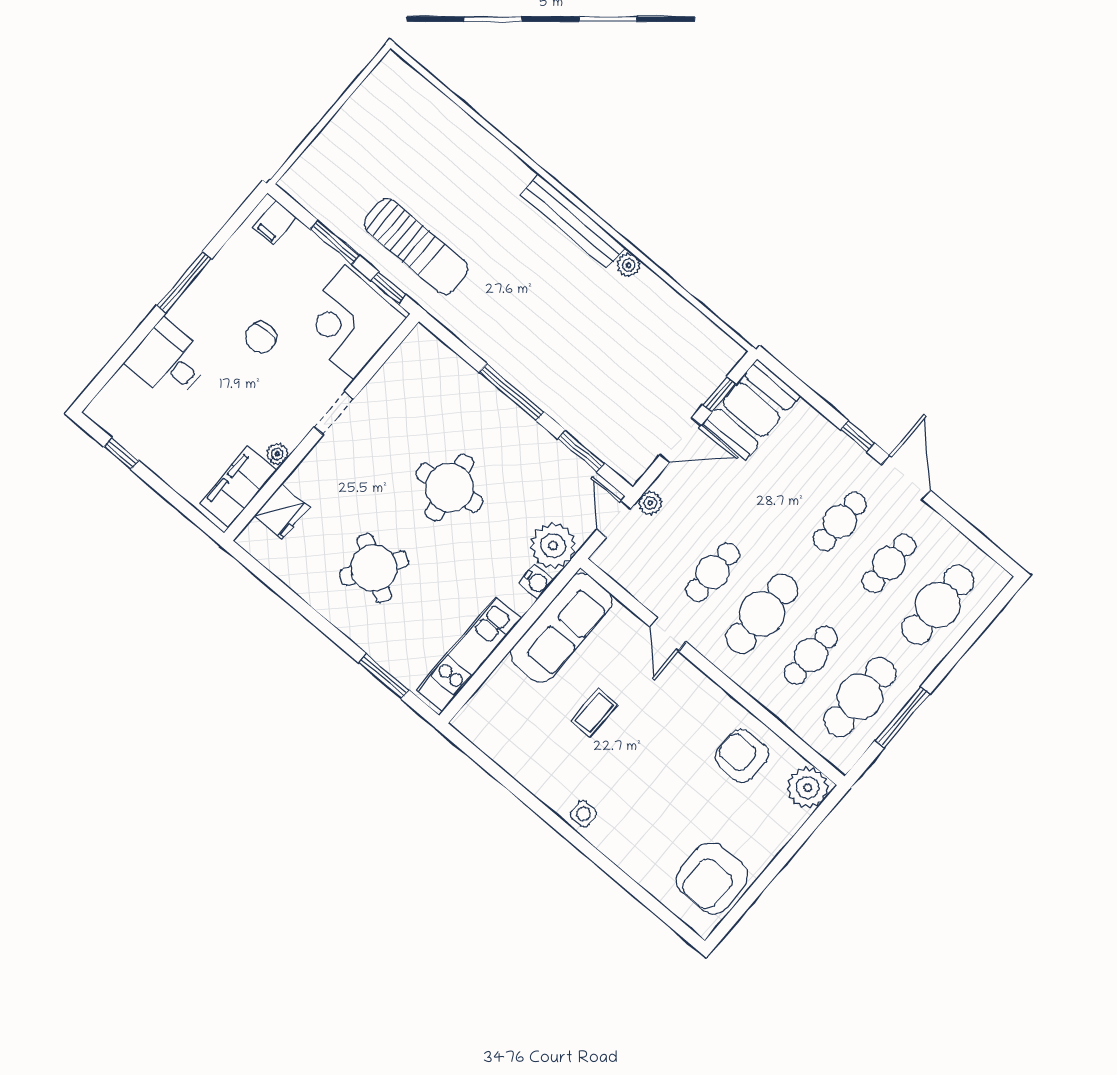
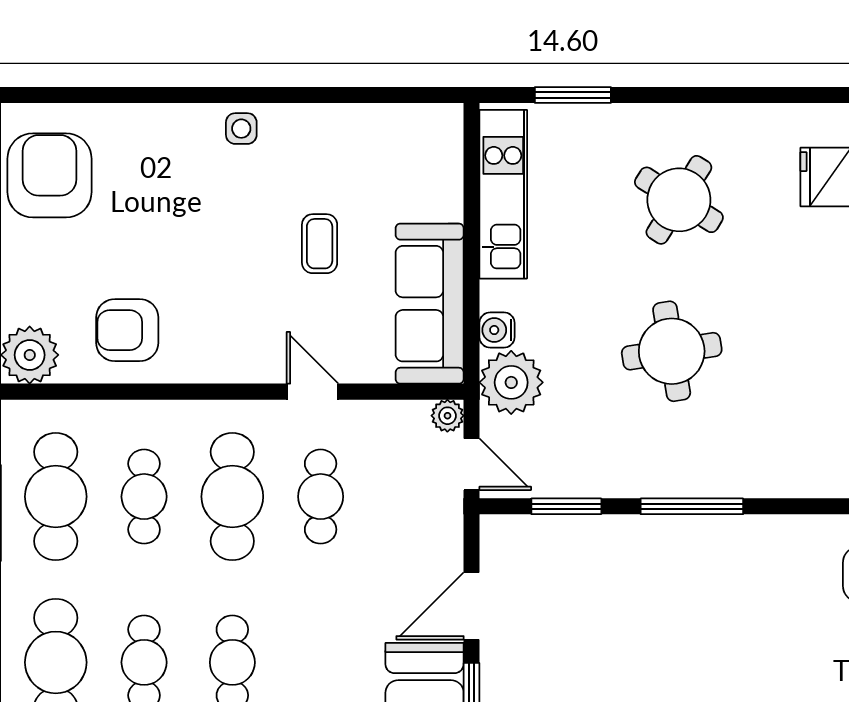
plant: (650, 503) -> (447, 416), moved
armchair: (742, 756) -> (127, 330), turned 180

